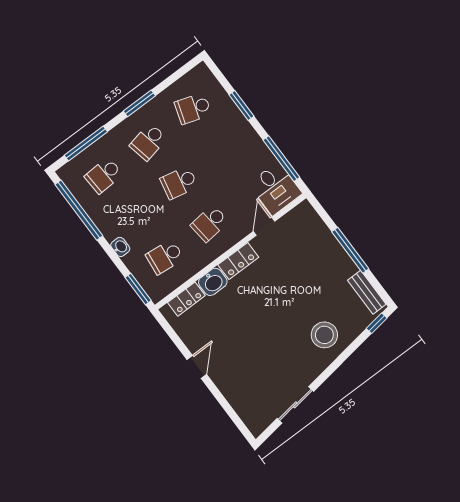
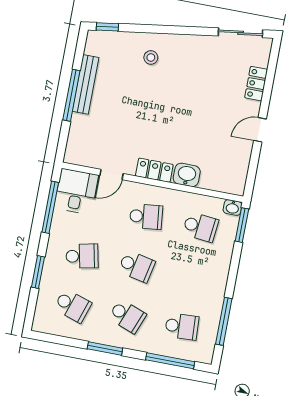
school desk: (148, 142) -> (127, 316), turned 33
school desk: (224, 149) -> (82, 256), added
window: (79, 210) -> (224, 321), width x0.68
washbasin: (120, 247) -> (232, 207), moved, turned -90
bench: (367, 292) -> (86, 84), moved, width x1.36
locker: (186, 299) -> (256, 84), moved, turned -90
stool: (324, 335) -> (151, 57), width x0.53, depth x0.53
sliding door: (295, 405) -> (241, 33), moved

